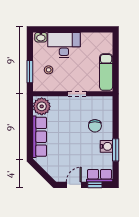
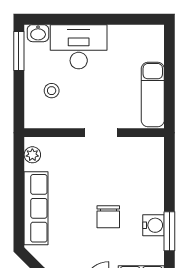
window: (30, 72) -> (19, 51), moved
plant: (42, 106) -> (32, 155), width x0.53, depth x0.53
chair: (95, 126) -> (108, 217), moved

